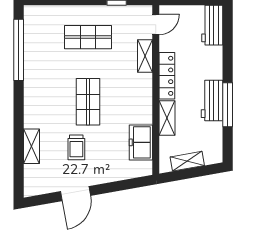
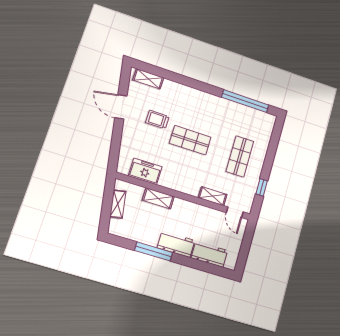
workbench: (212, 25) -> (209, 254), moved
locker: (167, 76) -> (192, 209), removed
workbench: (212, 101) -> (176, 244), moved
shelving: (32, 146) -> (148, 79), moved

